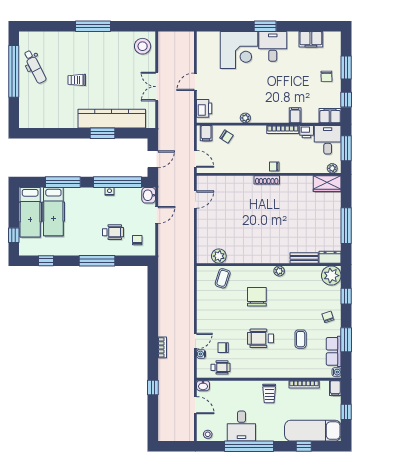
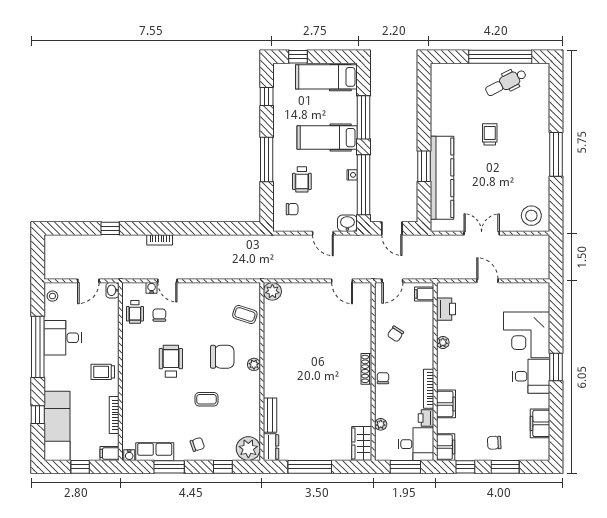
printer: (204, 108) -> (446, 309), moved, turned -90
filing cabinet: (295, 115) -> (446, 404), width x2.00
chair: (226, 137) -> (396, 334), moved
plant: (332, 168) -> (381, 424), moved
hospital bed: (53, 212) -> (327, 138), moved
plant: (219, 256) -> (272, 291), moved
plant: (279, 271) -> (254, 364), moved
coffee table: (301, 339) -> (206, 399), moved

